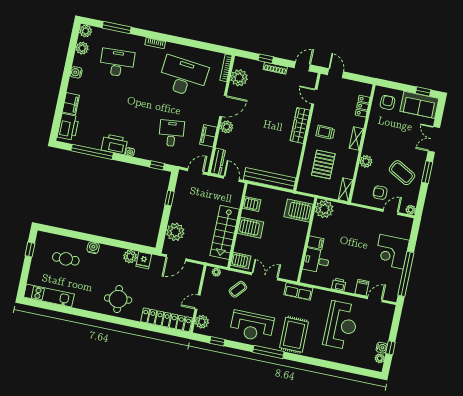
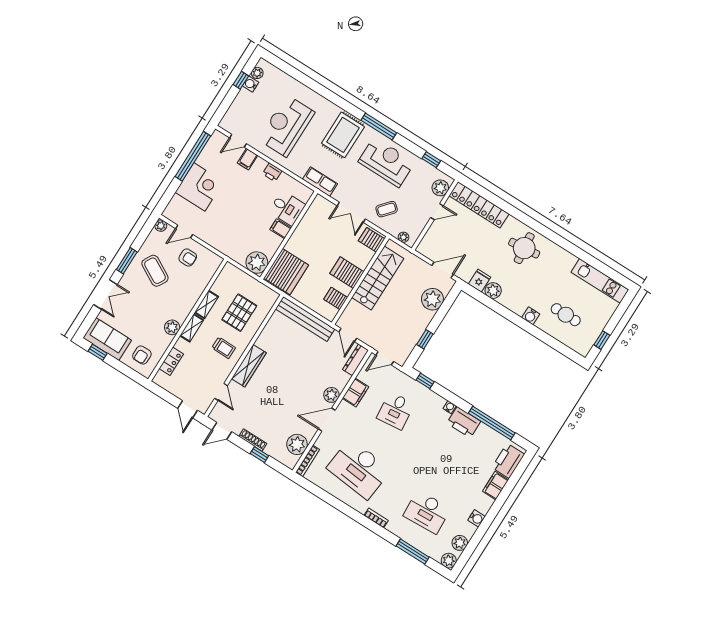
plant: (366, 161) -> (172, 327), moved
shelving: (346, 190) -> (206, 304), moved
server rack: (299, 211) -> (286, 272), width x1.60

